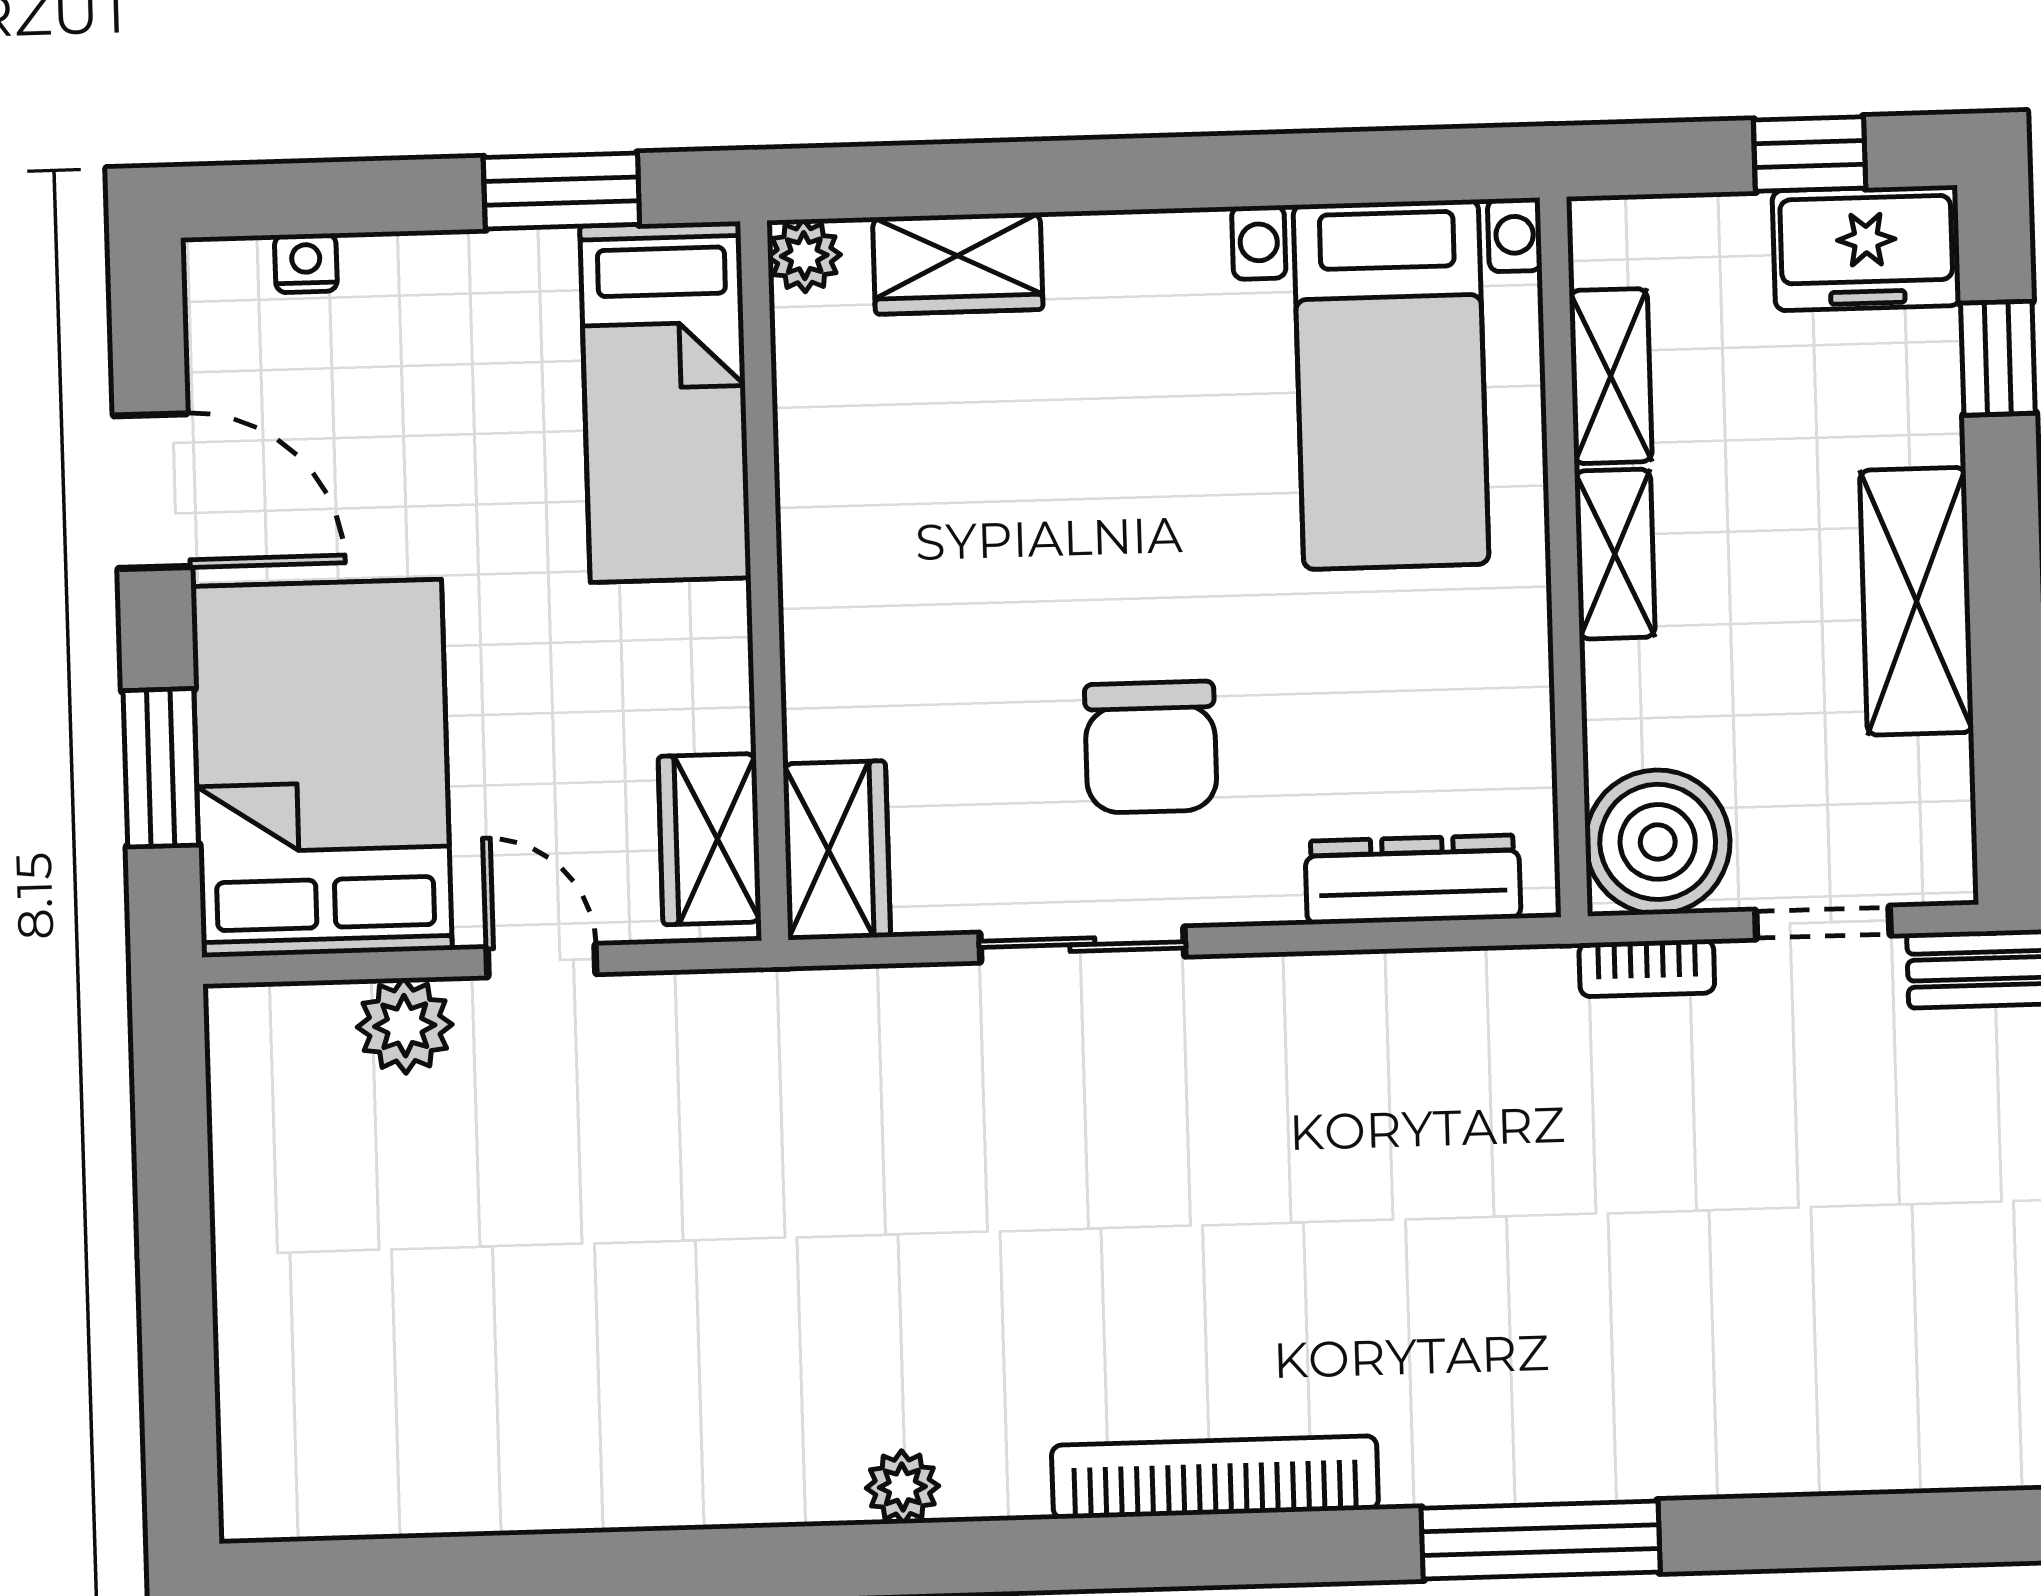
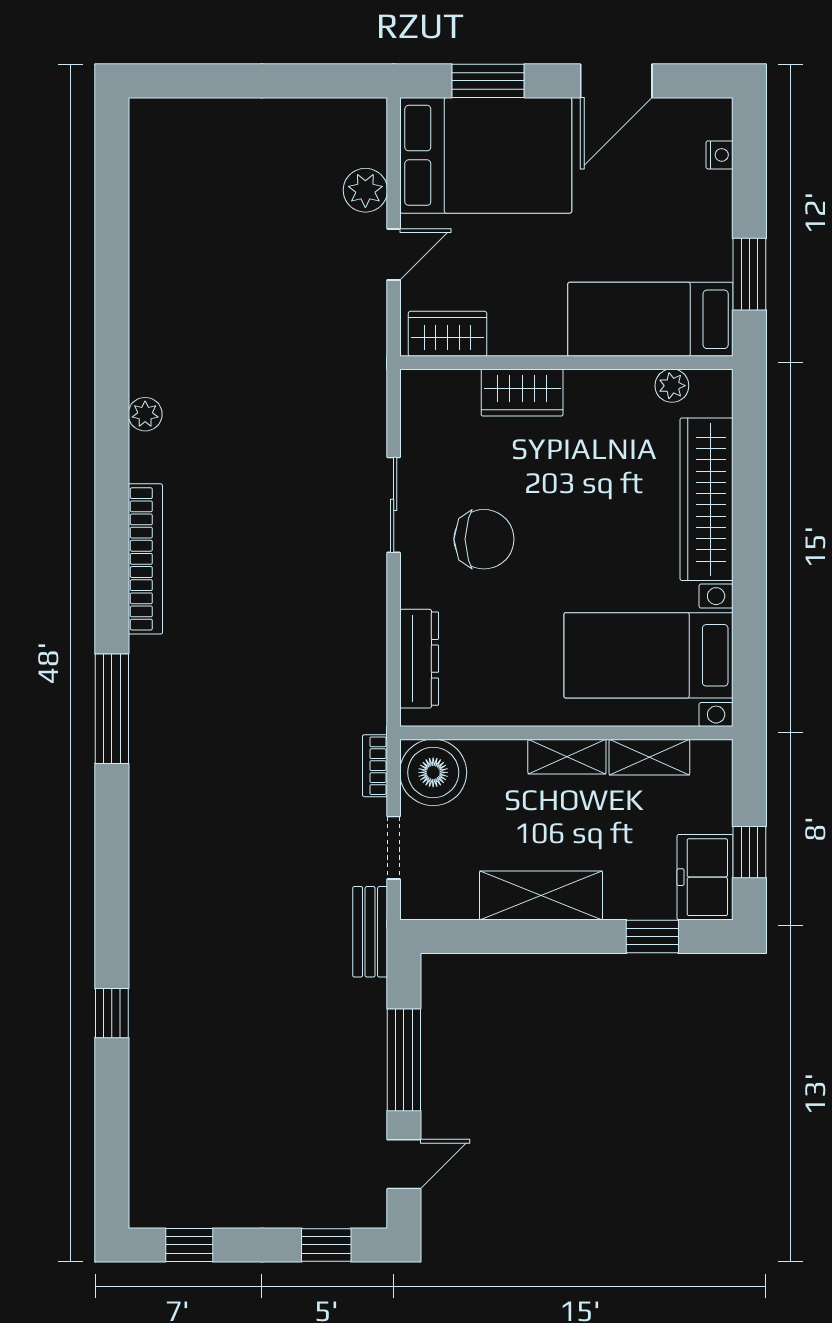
plant: (804, 256) -> (672, 386), moved
wardrobe: (958, 263) -> (707, 499), width x2.10, depth x1.17
chair: (1151, 747) -> (484, 539), turned 180
wardrobe: (837, 850) -> (522, 393), moved

